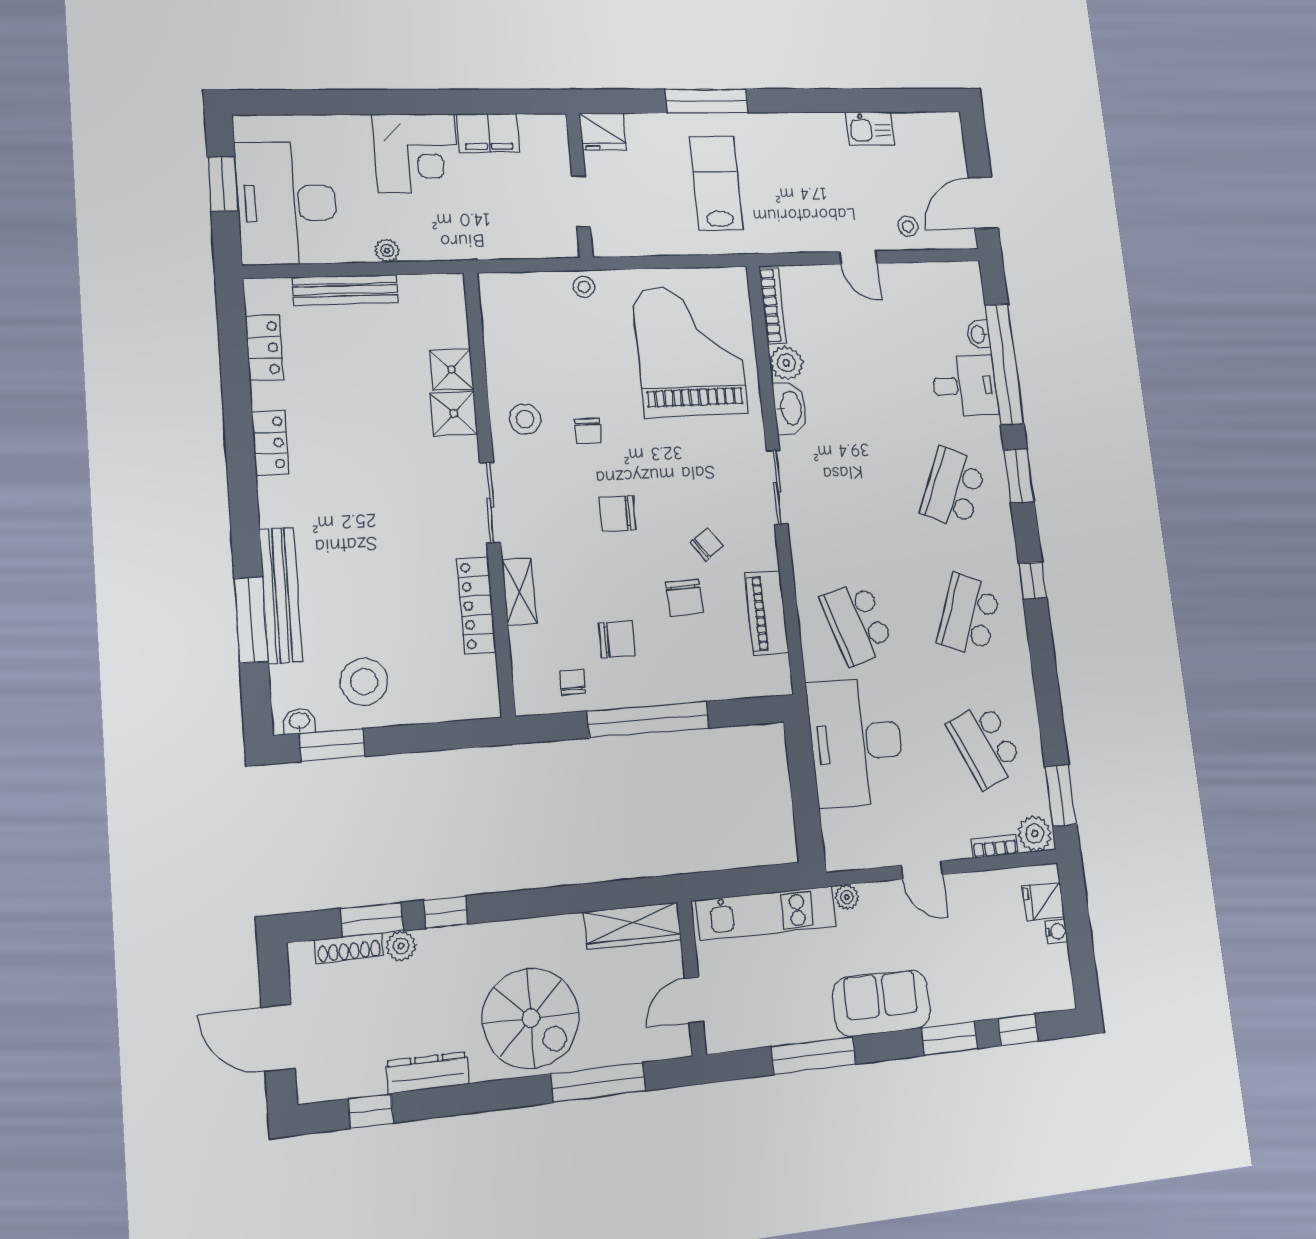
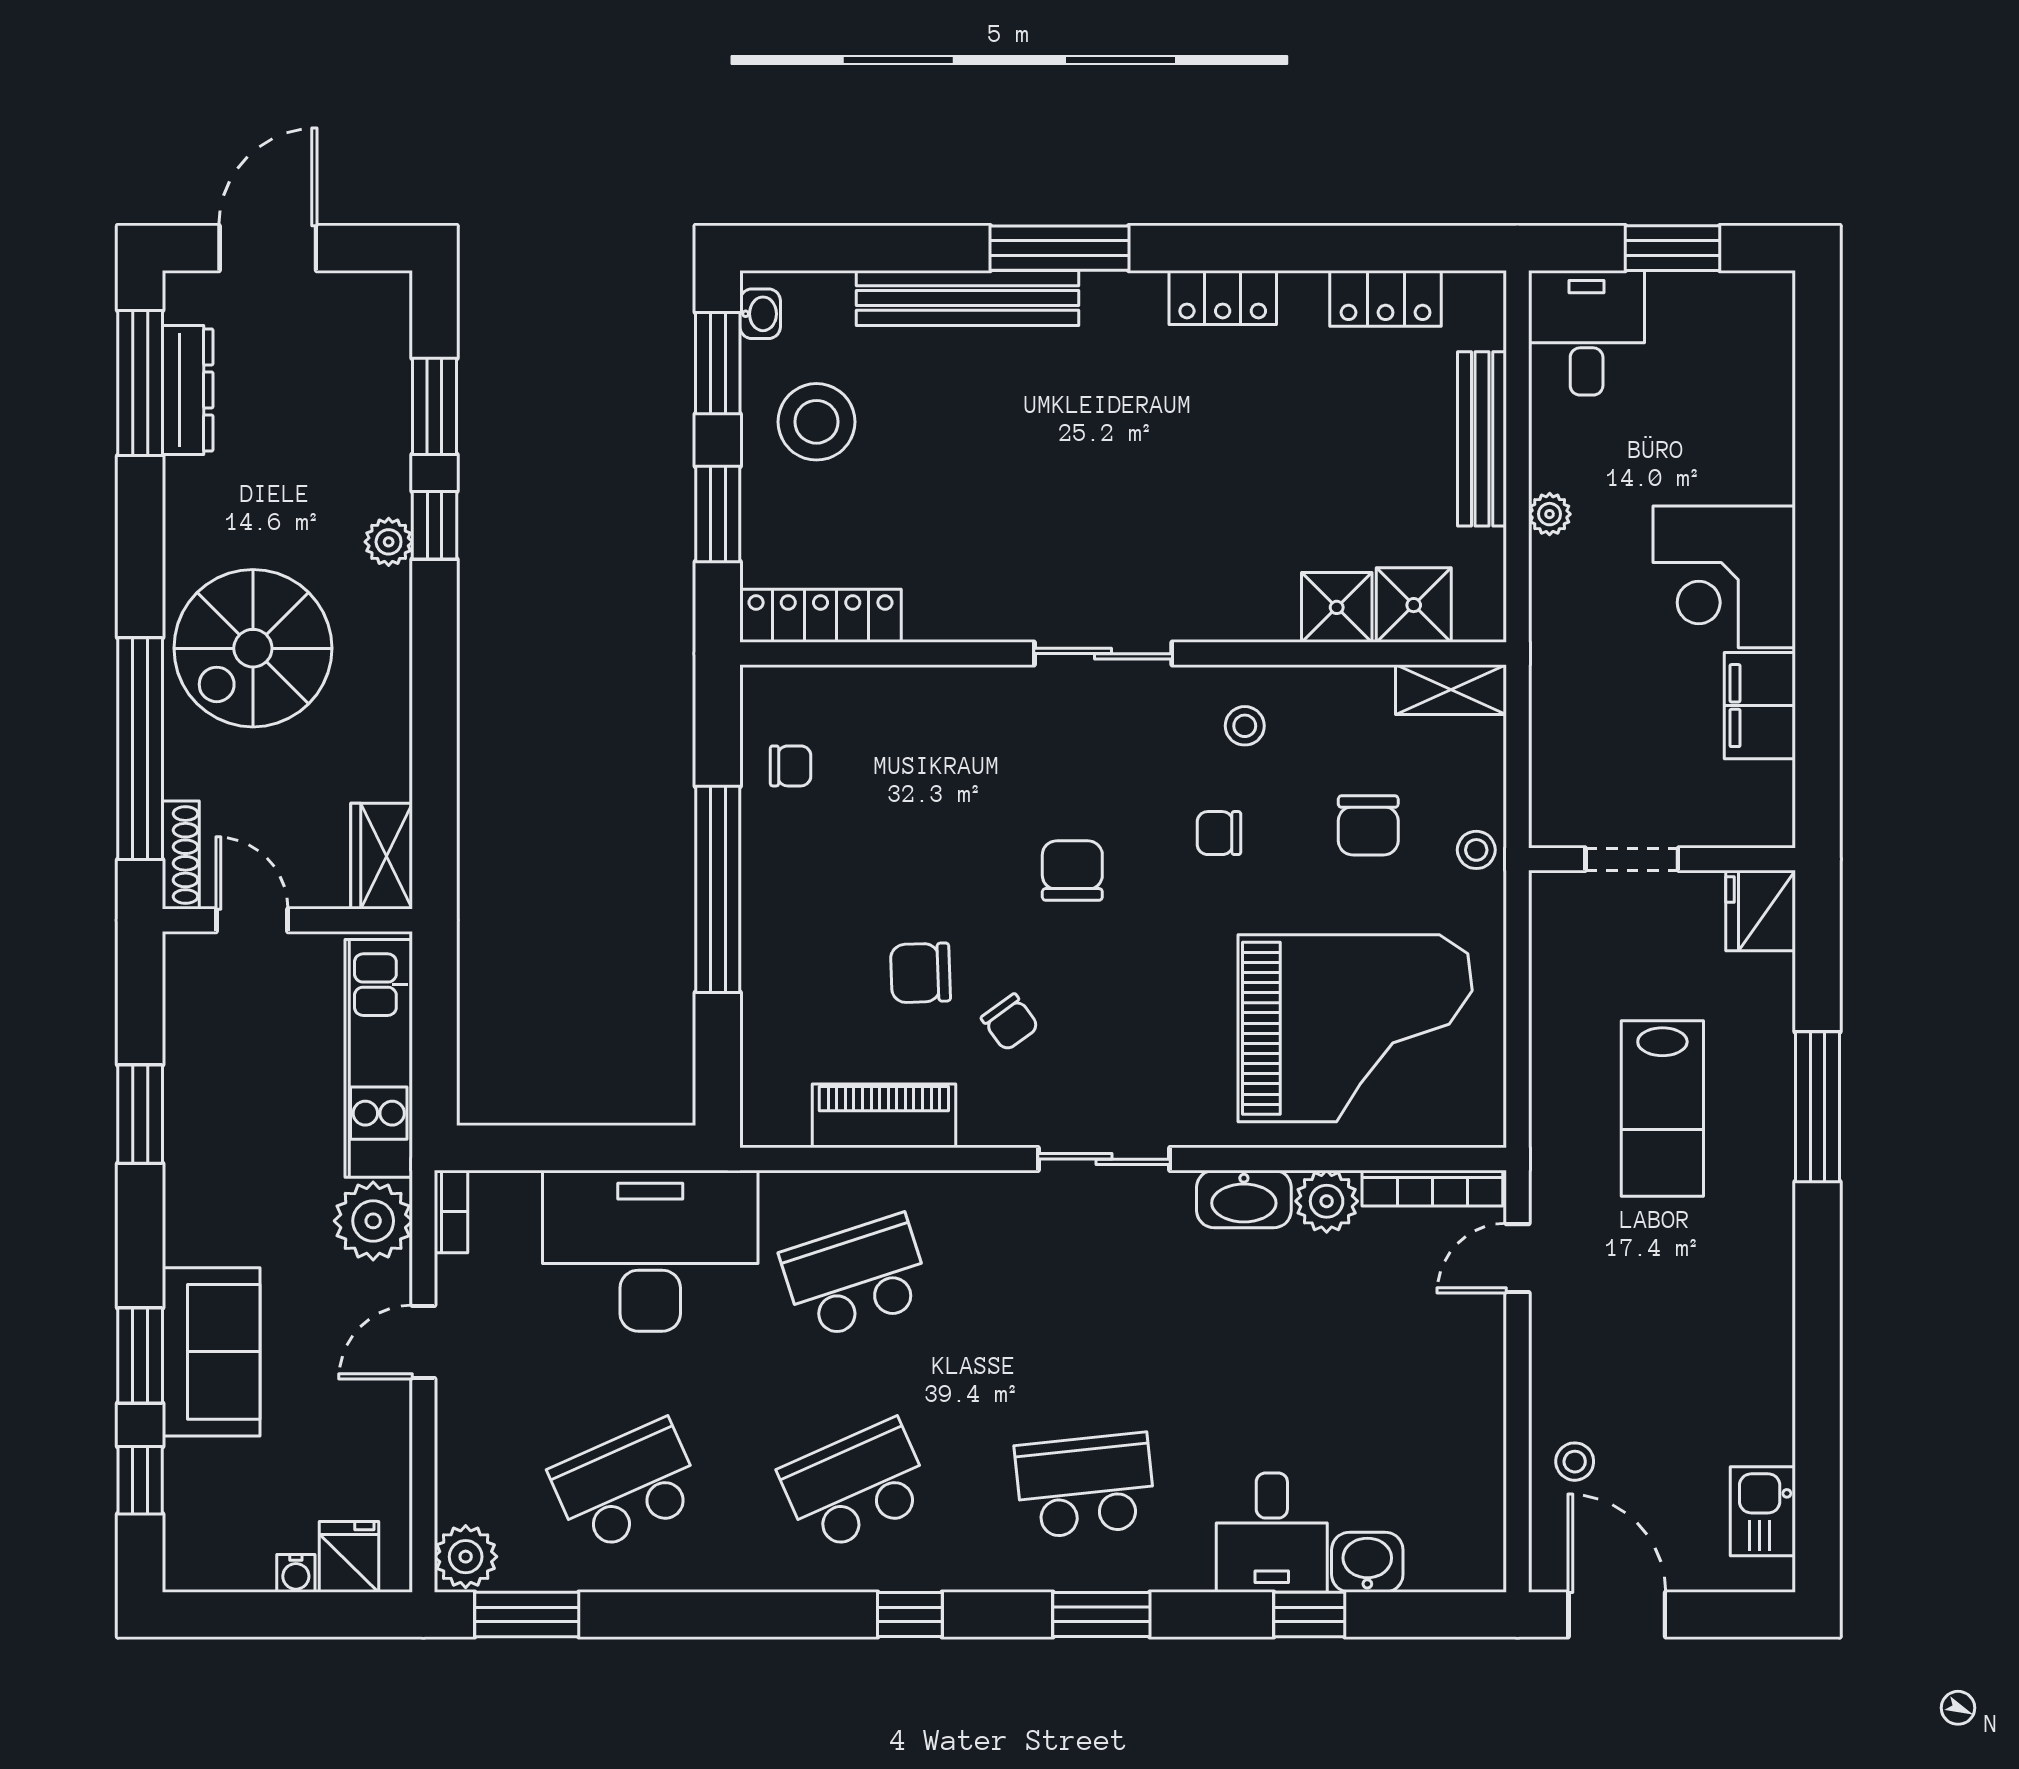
kitchen sink: (870, 129) -> (1763, 1511), moved
lab bench: (716, 183) -> (1662, 1108), turned 90
desk: (287, 203) -> (1587, 333), width x0.53, depth x0.77
door: (858, 258) -> (1518, 1258), moved
washbasin: (978, 334) -> (1367, 1562), width x1.38, depth x1.45
window: (1004, 364) -> (1309, 1615), width x0.32
shower: (454, 413) -> (1414, 605), moved
stool: (525, 419) -> (1245, 726), width x0.73, depth x0.73
school desk: (953, 488) -> (1085, 1486), turned -30
shelving: (519, 592) -> (1451, 690), moved
locker: (476, 605) -> (820, 616), moved
school desk: (969, 615) -> (856, 1486), turned -45
window: (251, 620) -> (1059, 248), moved
chair: (617, 639) -> (1368, 825), moved
window: (425, 737) -> (718, 514), added
bookcase: (995, 846) -> (451, 1212), moved
plant: (847, 897) -> (373, 1221), width x1.87, depth x1.87
wardrobe: (633, 926) -> (382, 856), width x0.67
plant: (401, 946) -> (389, 542), moved
shoe rack: (349, 948) -> (181, 855), moved, turned 180
sofa: (881, 1003) -> (211, 1352), moved
window: (814, 1055) -> (140, 1114), width x0.69
dresser: (427, 1073) -> (188, 390), moved
window: (598, 1082) -> (140, 749), width x1.46
window: (371, 1111) -> (140, 383), width x2.17

